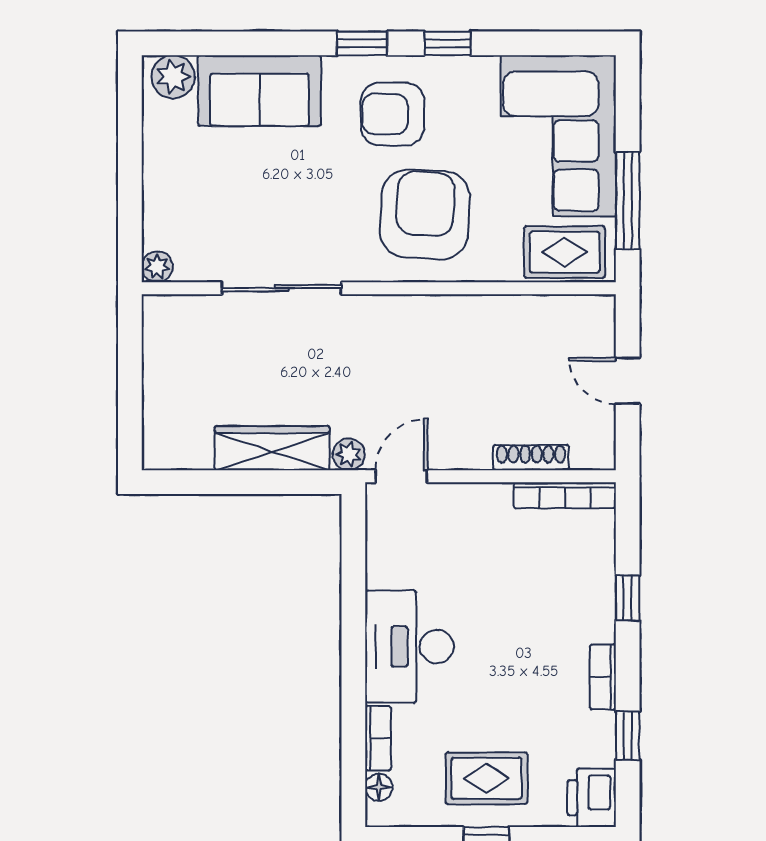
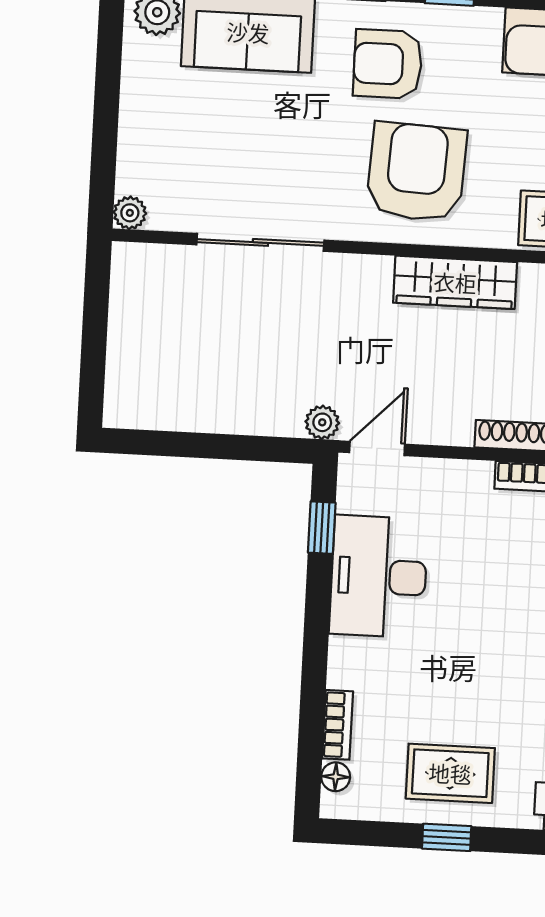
wardrobe: (272, 448) -> (455, 282), moved, turned 180
window: (353, 554) -> (322, 528), added
desk: (409, 647) -> (379, 577), moved

